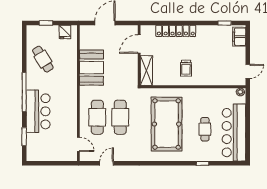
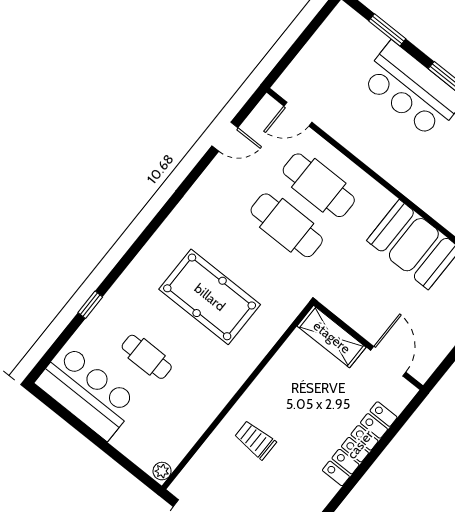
trolley: (186, 68) -> (255, 440), moved
pool table: (167, 124) -> (210, 297), width x0.73, depth x0.76
bar counter: (234, 133) -> (87, 392), width x0.73
door: (107, 163) -> (225, 137), hinge flipped

